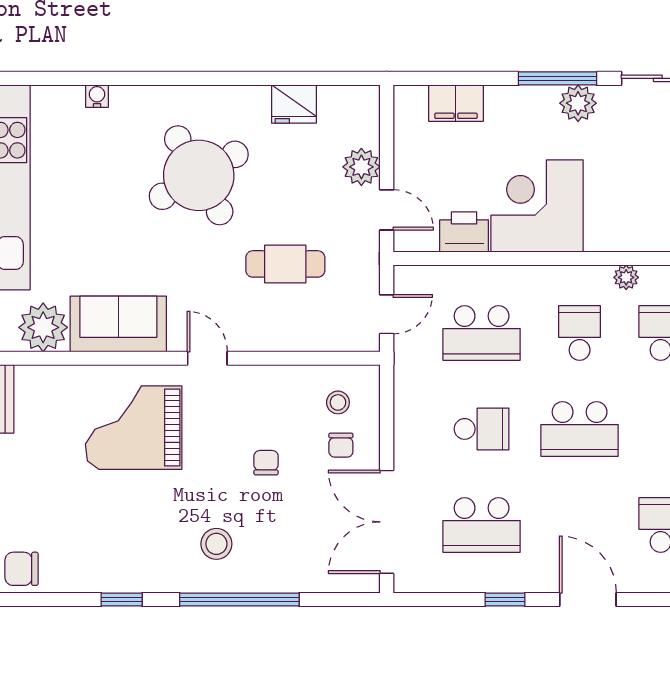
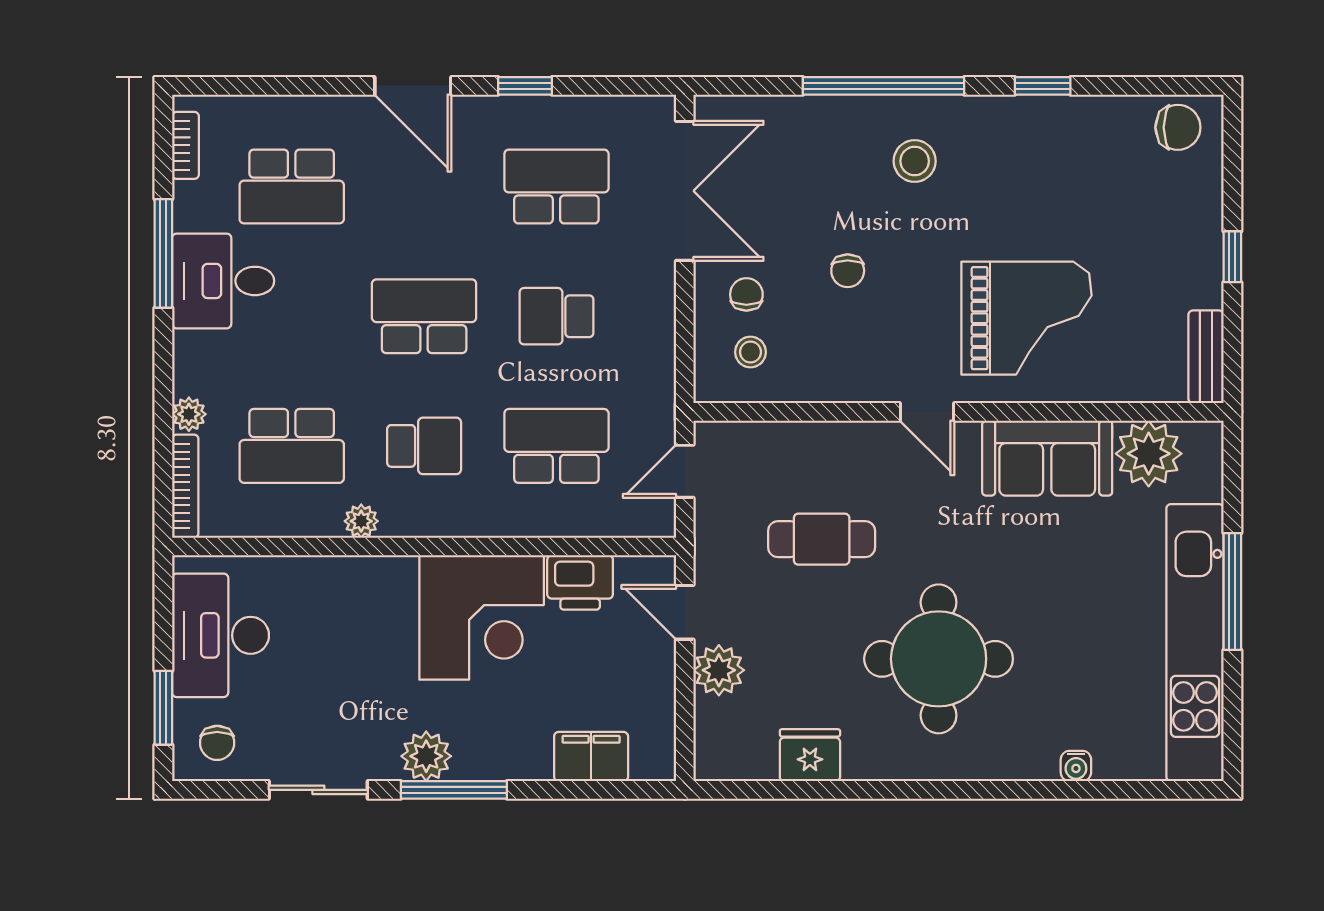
round table: (199, 175) -> (939, 659), turned 30
school desk: (580, 333) -> (424, 446), turned -90

